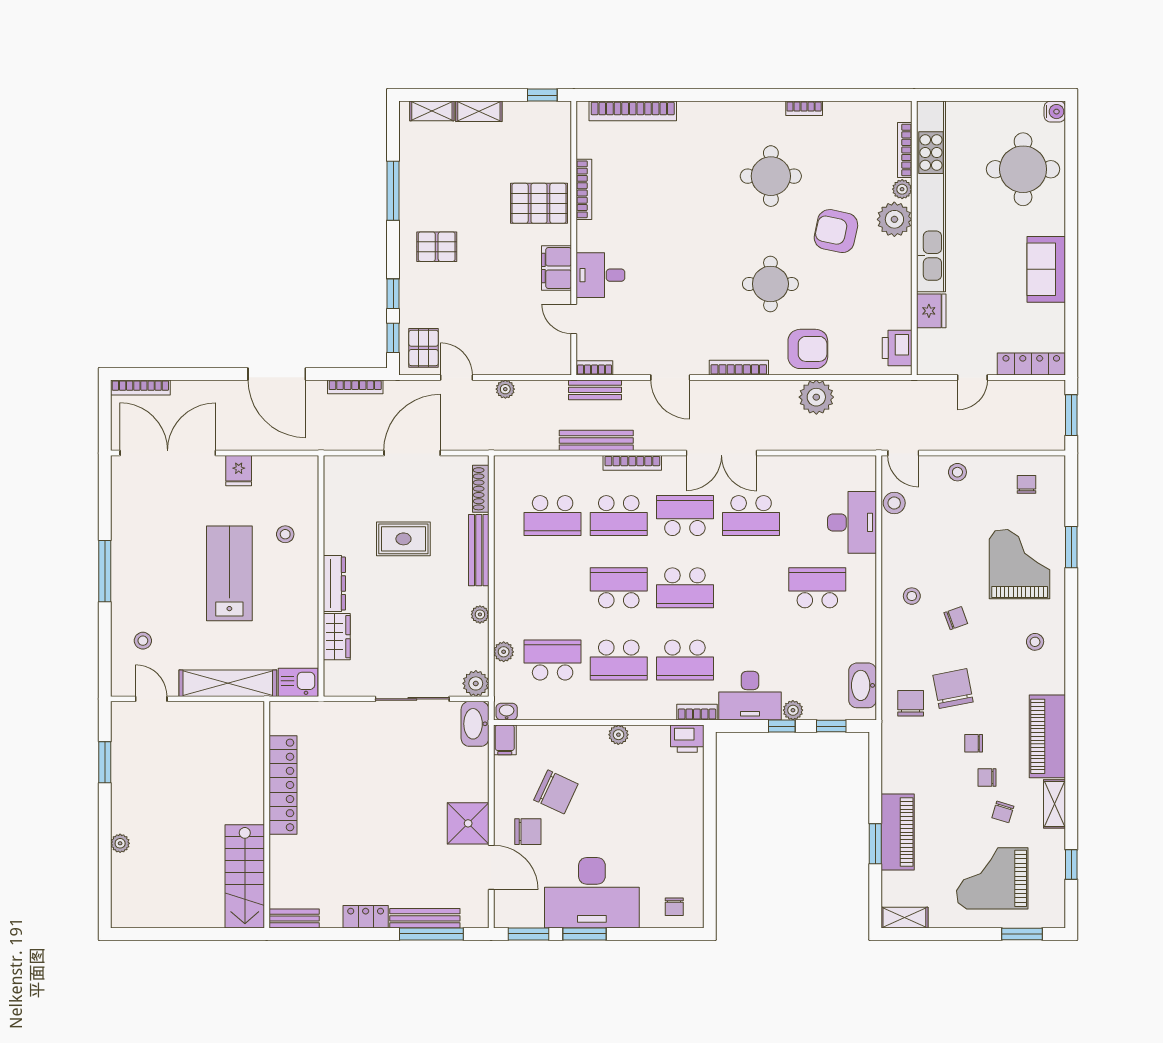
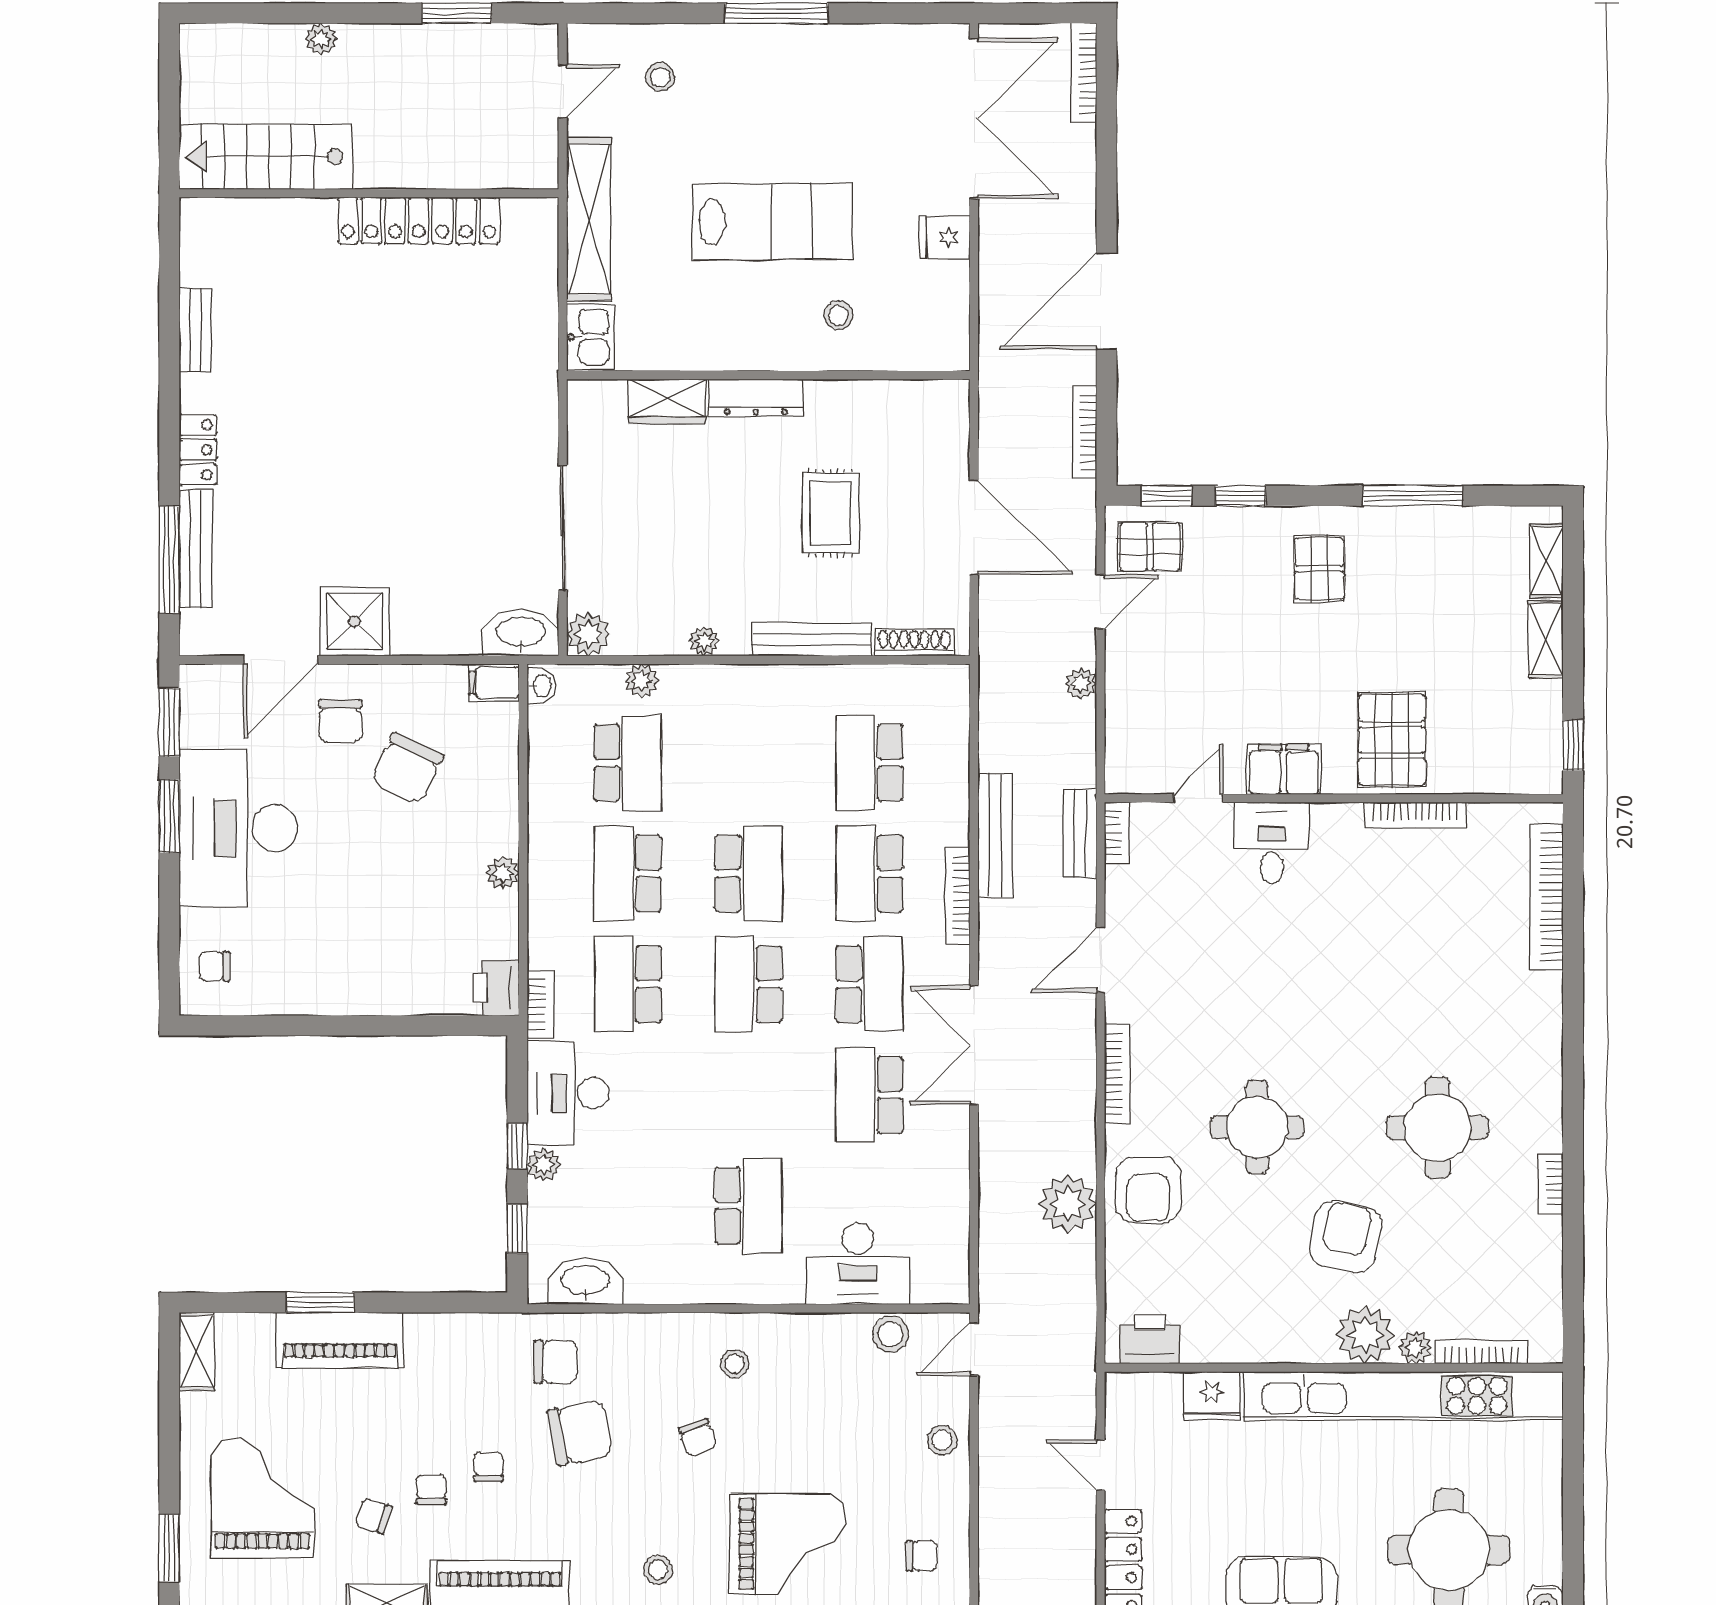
locker: (283, 785) -> (419, 221), moved
wall: (267, 815) -> (369, 193), moved
stairs: (245, 876) -> (266, 157), moved

